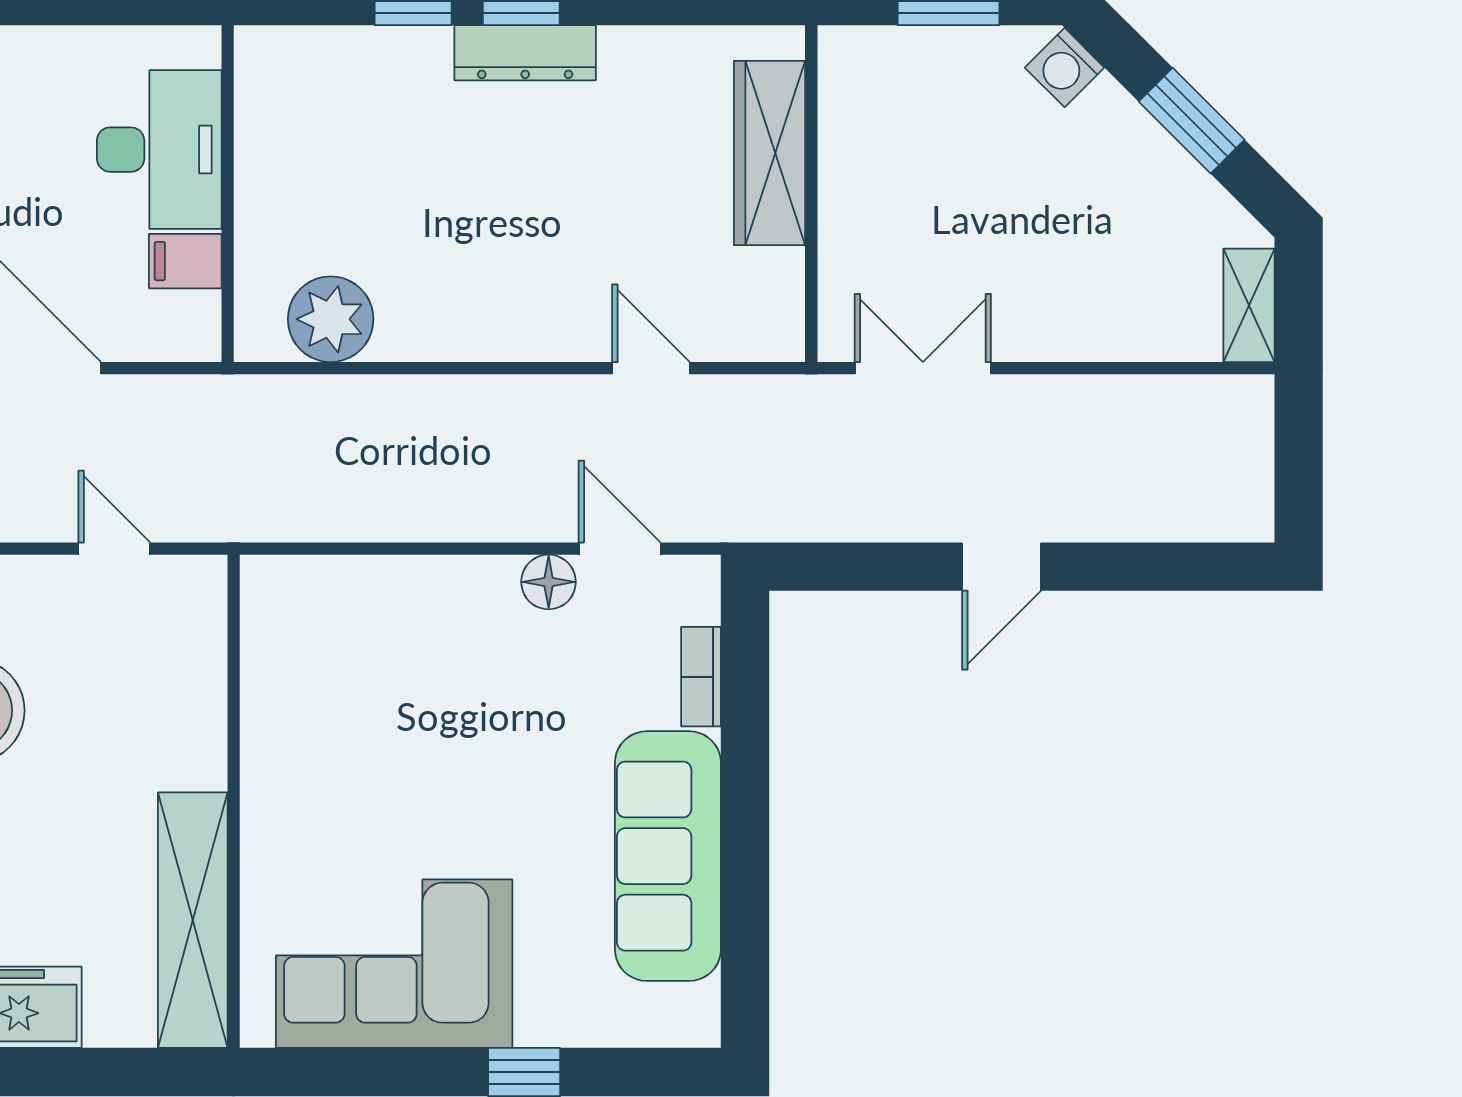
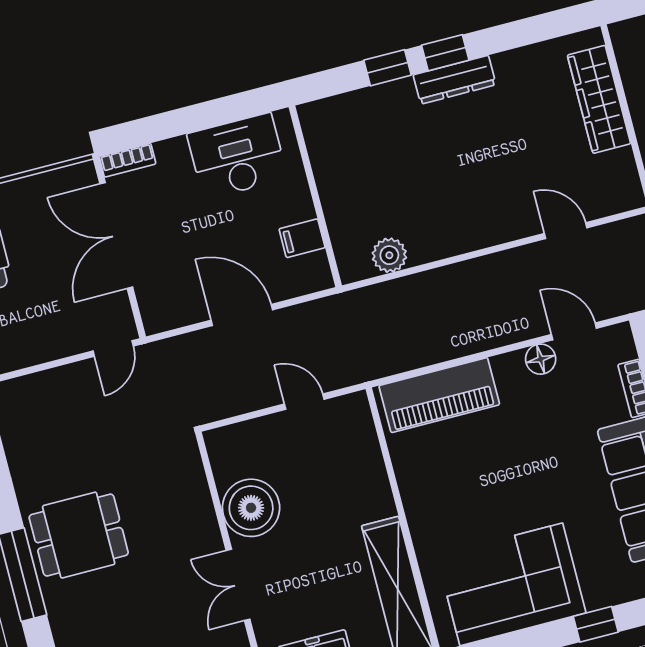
desk: (159, 150) -> (237, 156), moved, turned -90
plant: (331, 319) -> (389, 255), width x0.73, depth x0.73
piano: (354, 599) -> (439, 395), added

